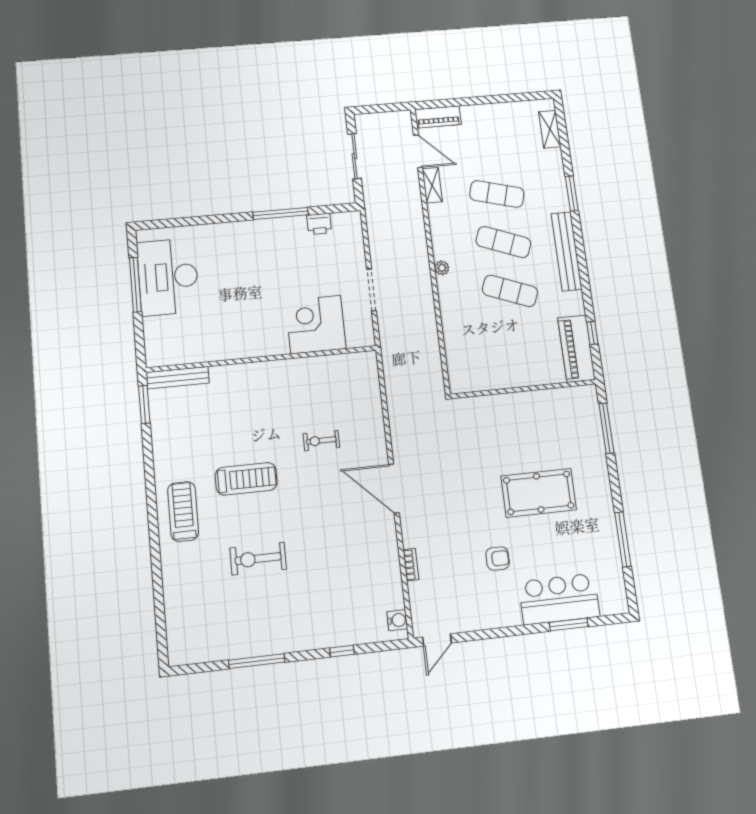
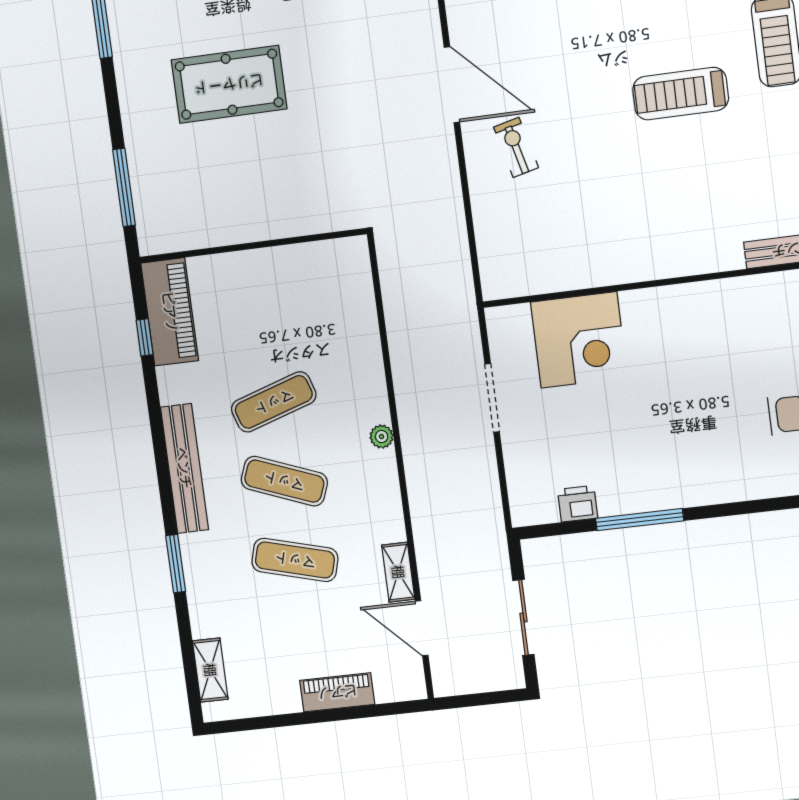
piano: (438, 117) -> (337, 692), moved
exercise mat: (510, 291) -> (274, 402), turned -39
exercise bike: (321, 441) -> (516, 147), moved, turned -104

